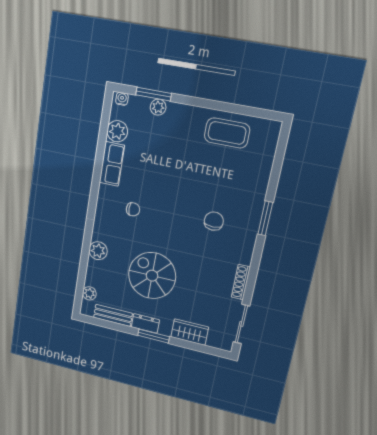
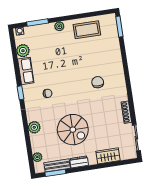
plant: (158, 107) -> (59, 26), moved
window: (94, 194) -> (21, 93), added
window: (265, 218) -> (119, 27), moved
spiral stairs: (152, 276) -> (73, 130), turned 180
window: (154, 336) -> (55, 173), moved

